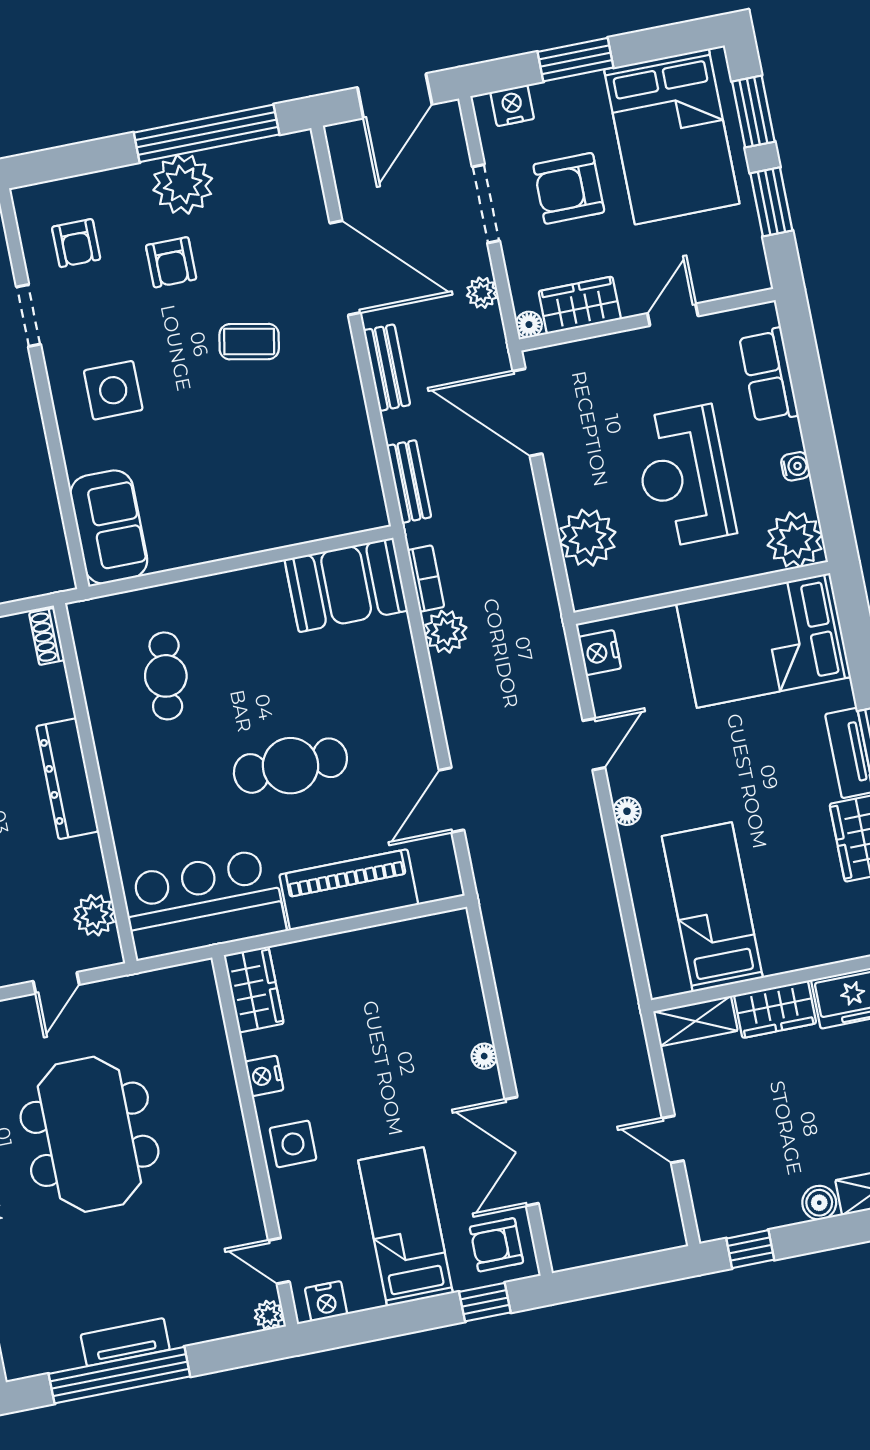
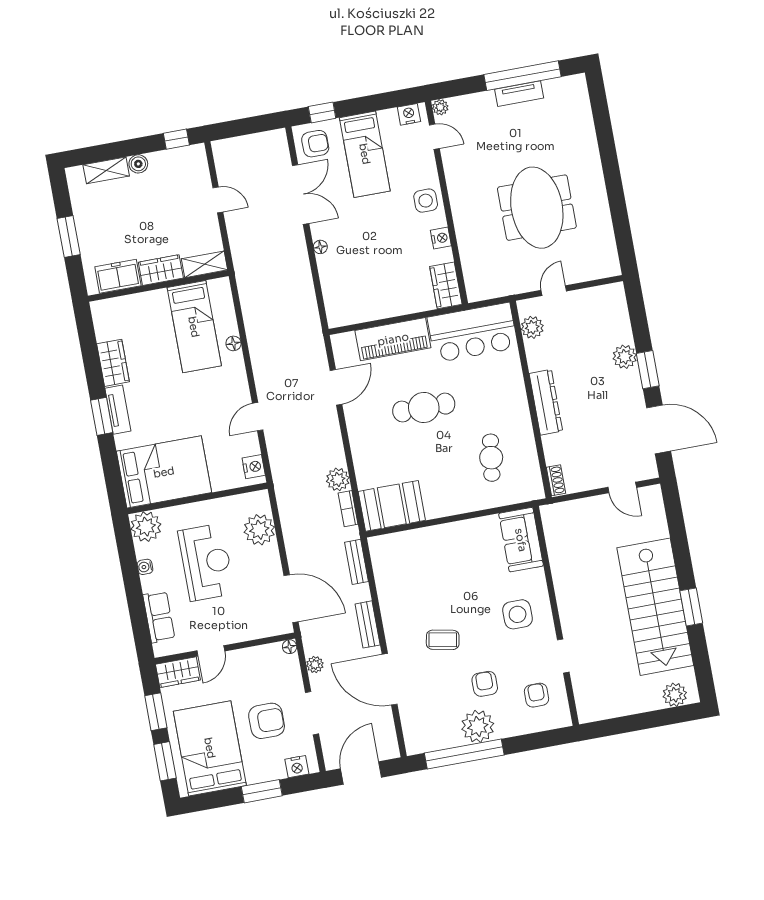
wardrobe: (580, 305) -> (178, 672), moved
floor lamp: (627, 811) -> (233, 343), moved

